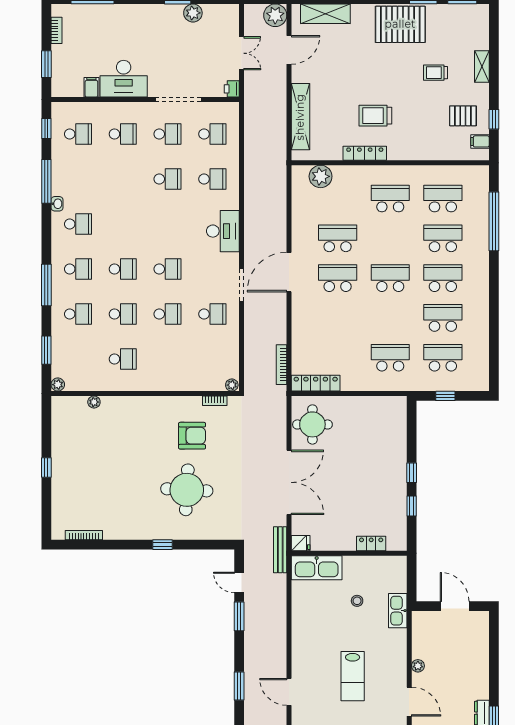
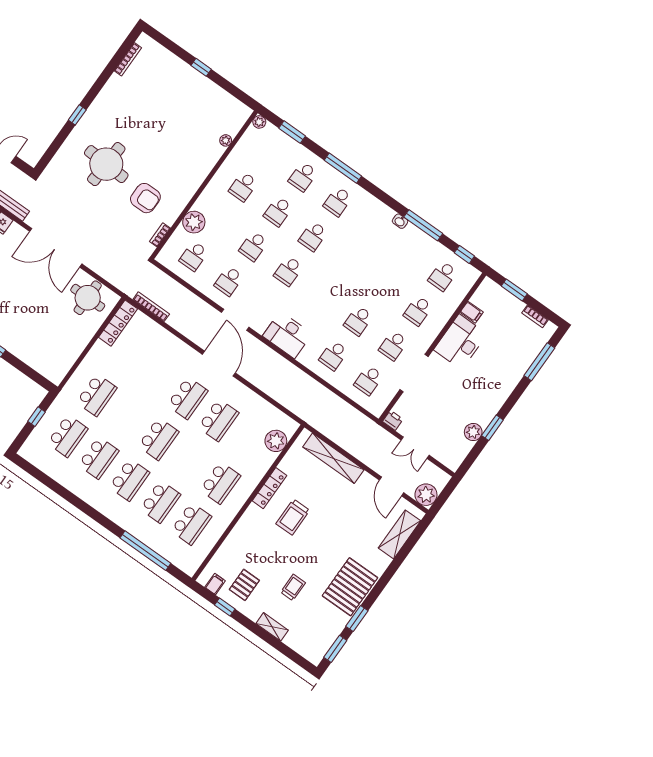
trolley: (375, 116) -> (293, 517), turned 180
school desk: (78, 224) -> (194, 256), moved
plant: (232, 385) -> (194, 222), moved, width x1.88, depth x1.88
armchair: (192, 436) -> (145, 198), turned -90

